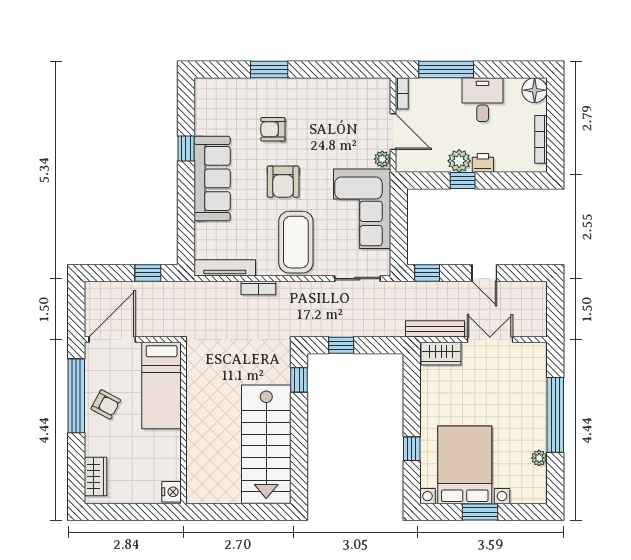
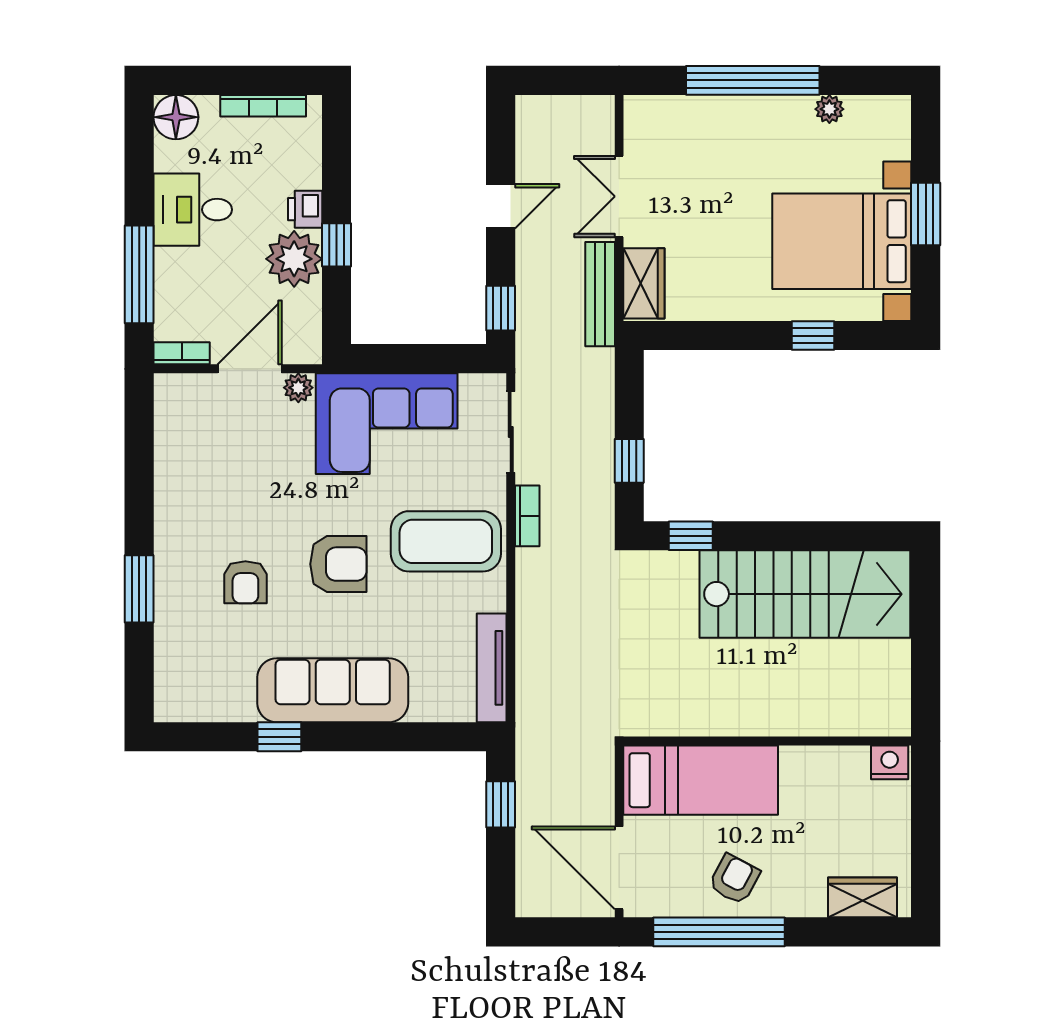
plant: (459, 161) -> (294, 259), width x1.36, depth x1.36
bookcase: (258, 288) -> (527, 516), moved

